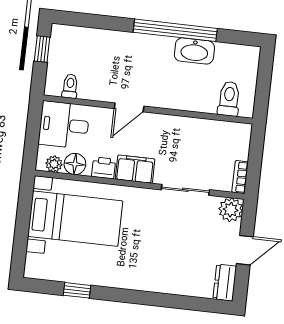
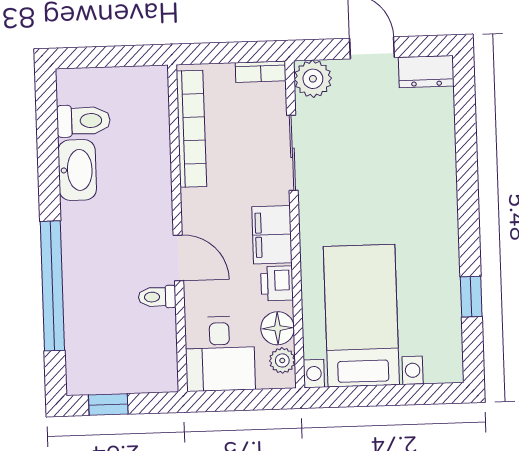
window: (175, 30) -> (52, 286), moved
toilet: (70, 86) -> (157, 297), moved
toilet: (229, 99) -> (83, 121), moved, turned 180
bookcase: (210, 128) -> (191, 129), added

